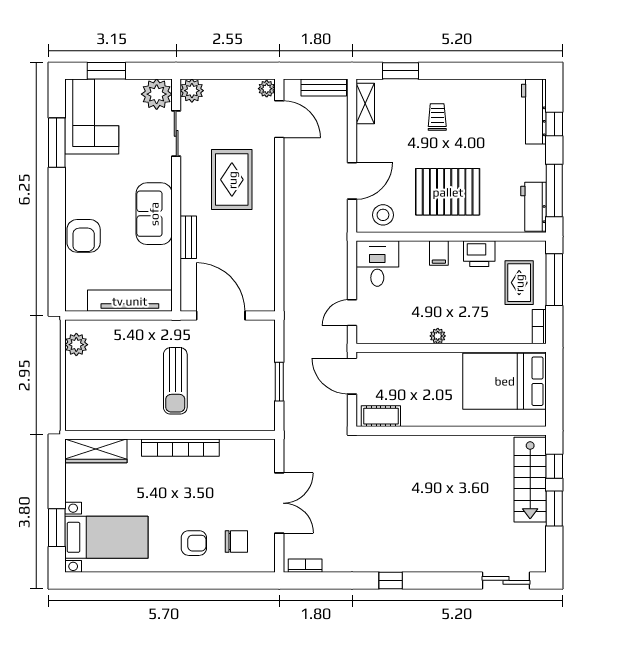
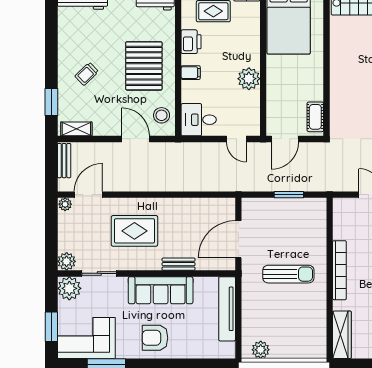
trolley: (437, 117) -> (87, 74), turned -44
sofa: (154, 214) -> (161, 290), width x1.36
armchair: (84, 236) -> (155, 338), moved, turned 180
plant: (438, 336) -> (249, 79), width x1.88, depth x1.88

